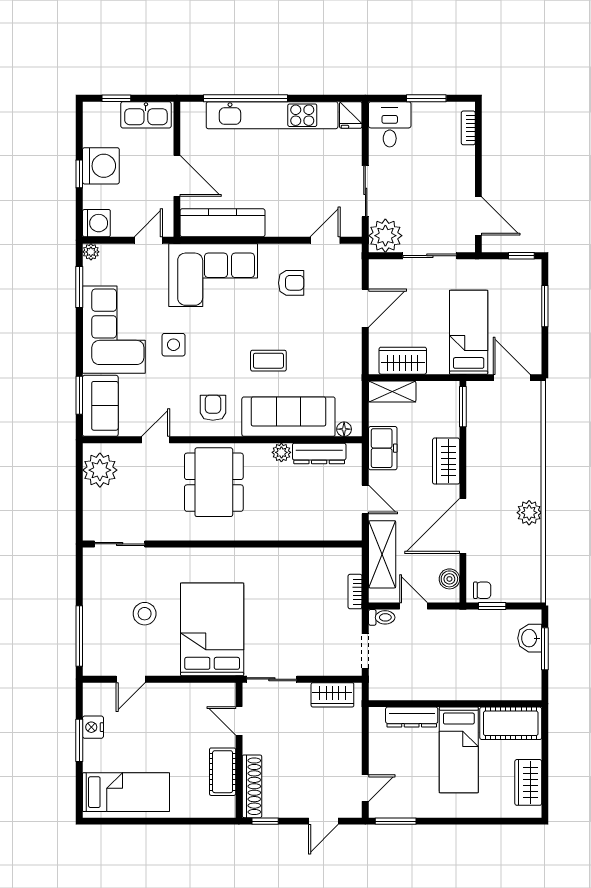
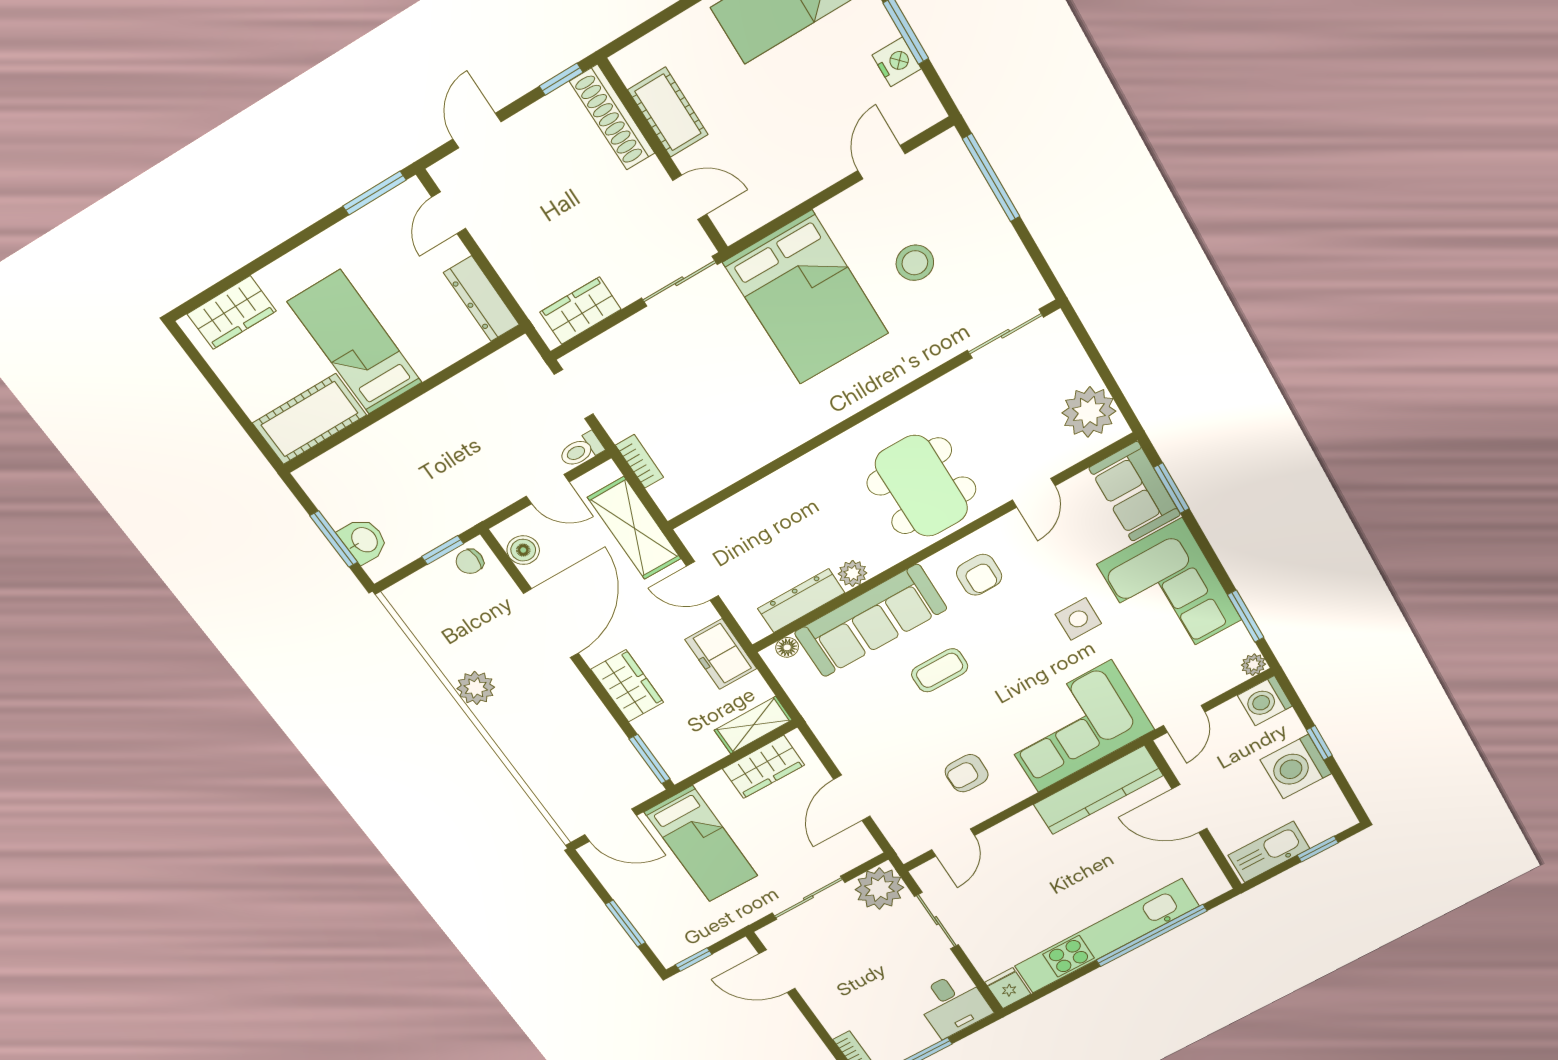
dresser: (412, 717) -> (481, 299), moved, turned -90
wardrobe: (528, 782) -> (232, 313), moved, turned 90

